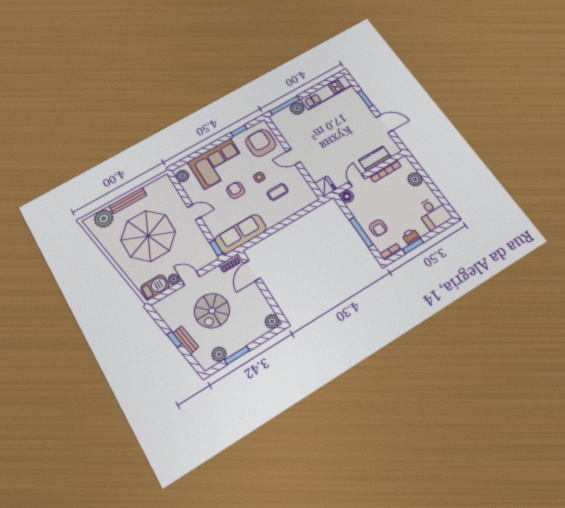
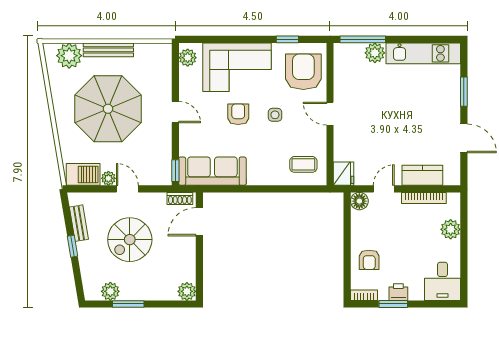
coffee table: (278, 192) -> (303, 164), moved
window: (361, 232) -> (347, 253), removed
bench: (186, 340) -> (79, 223), moved

